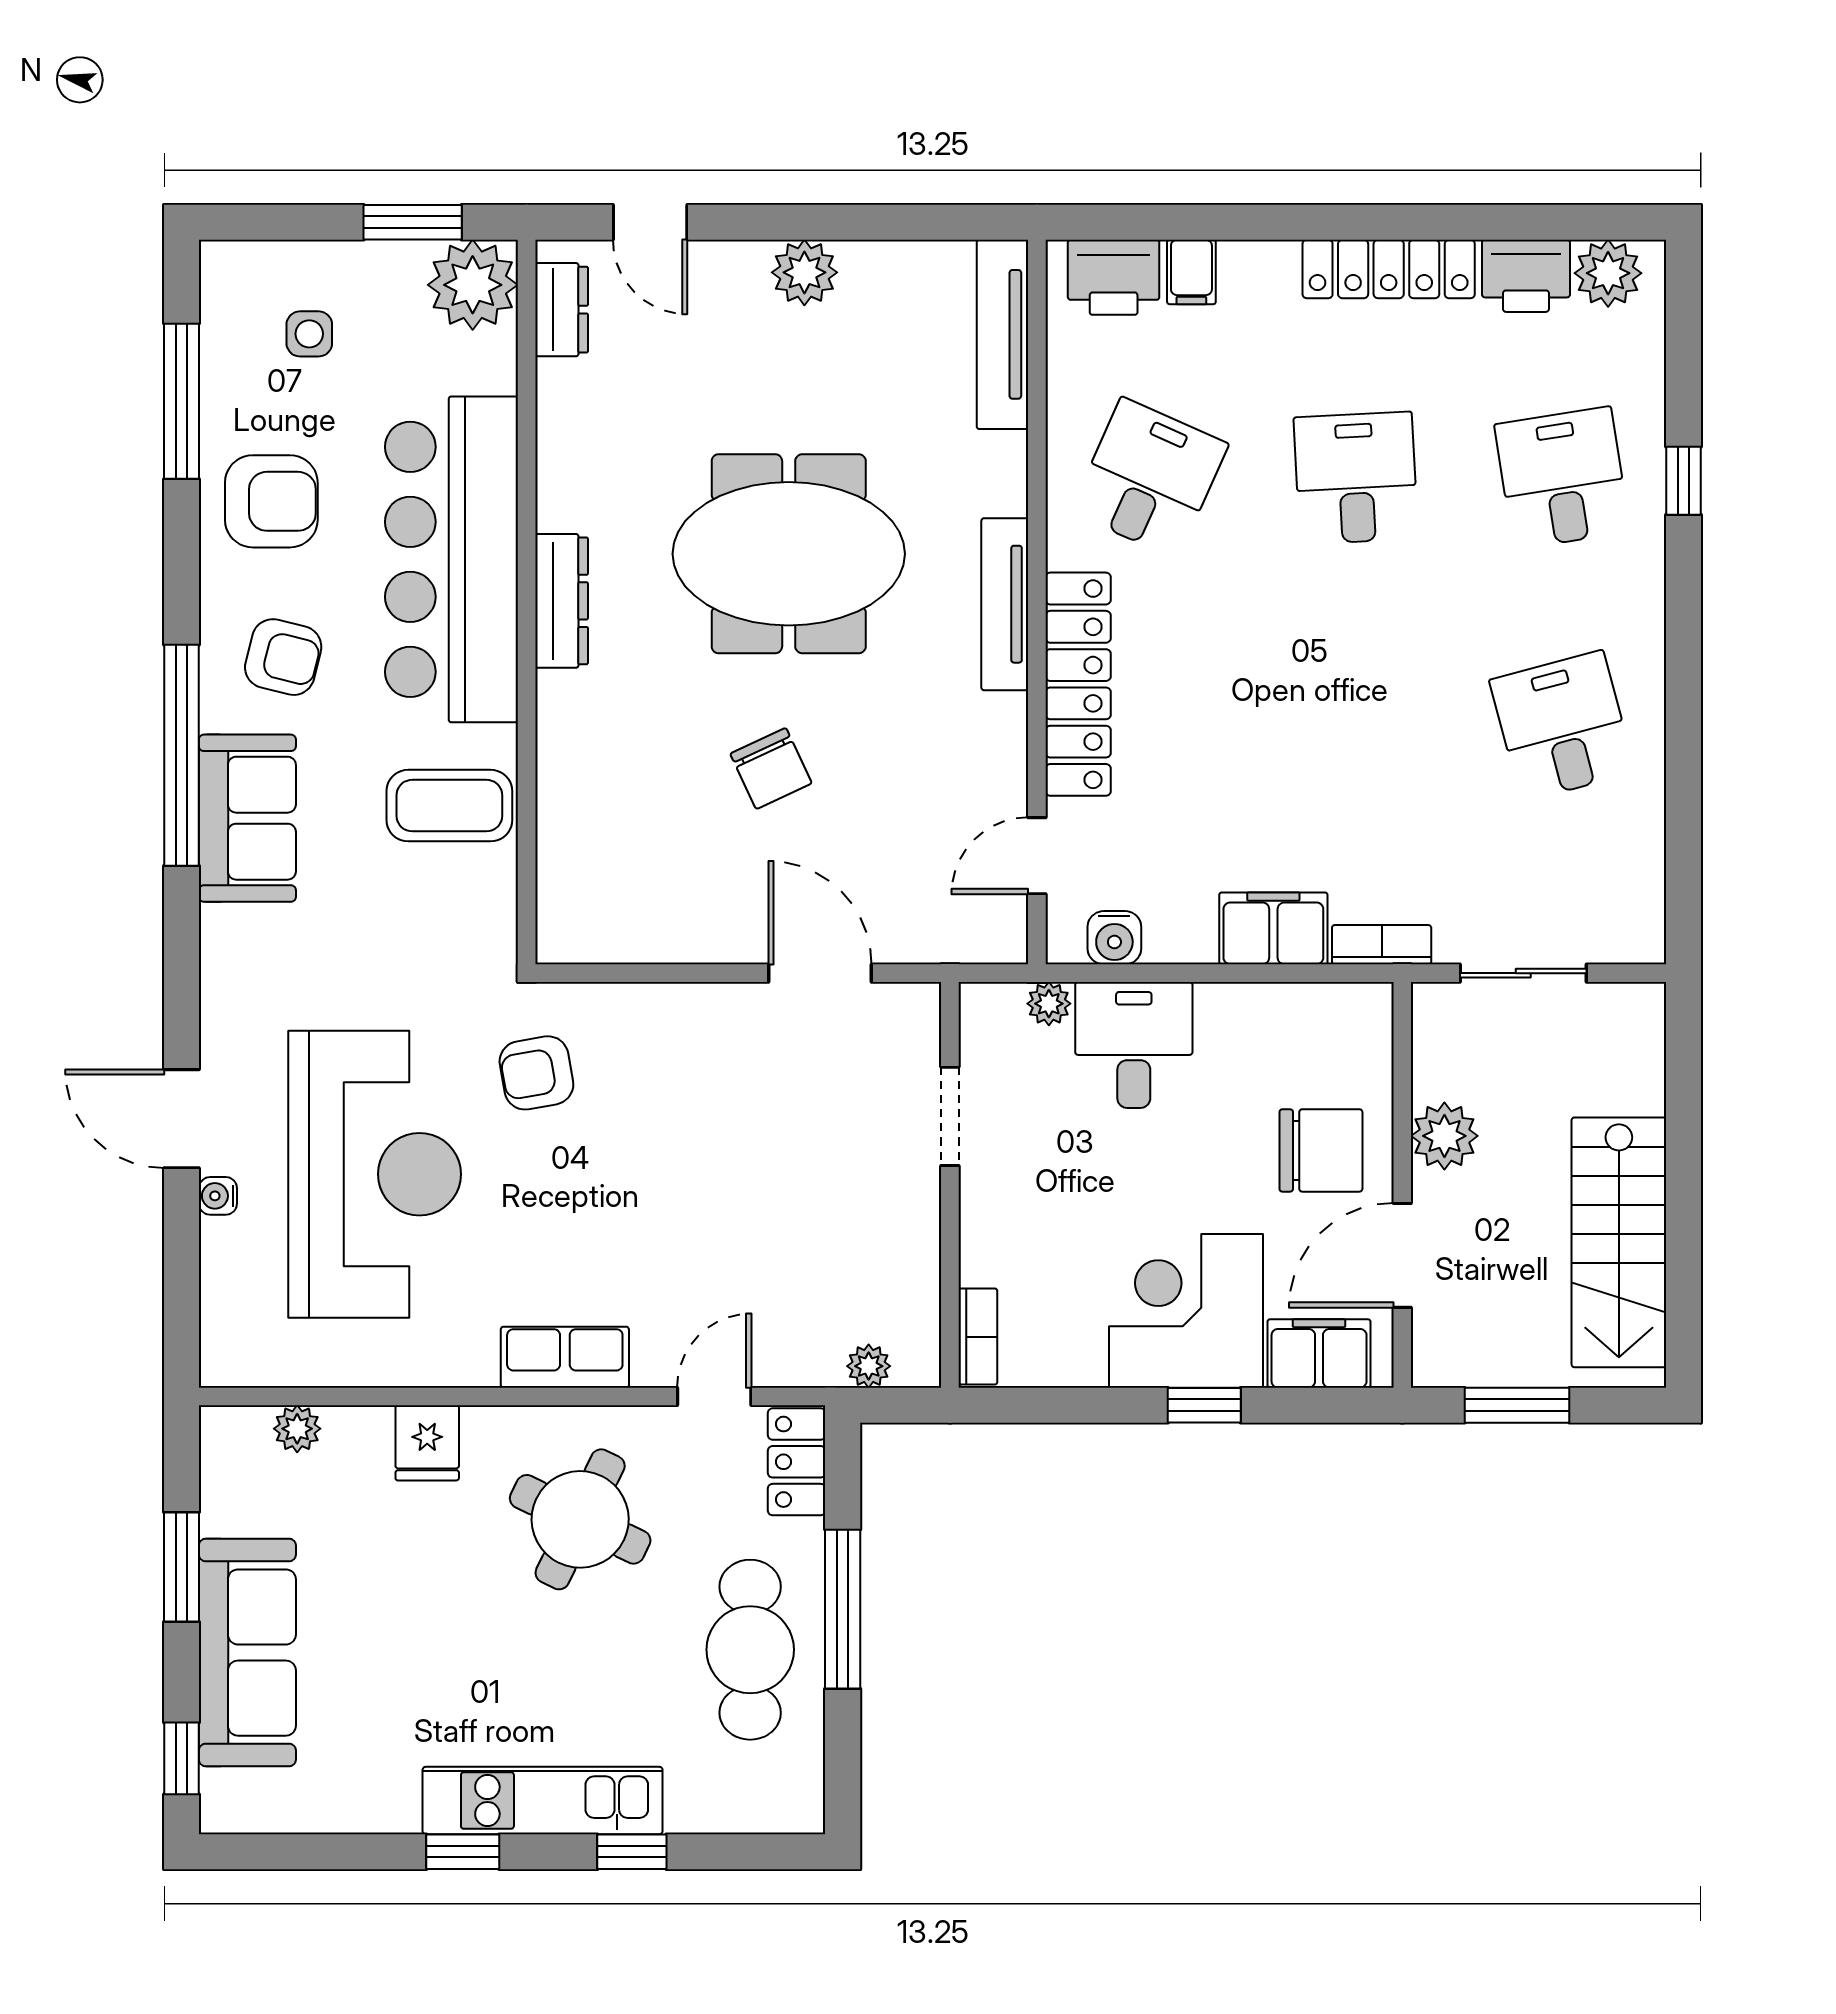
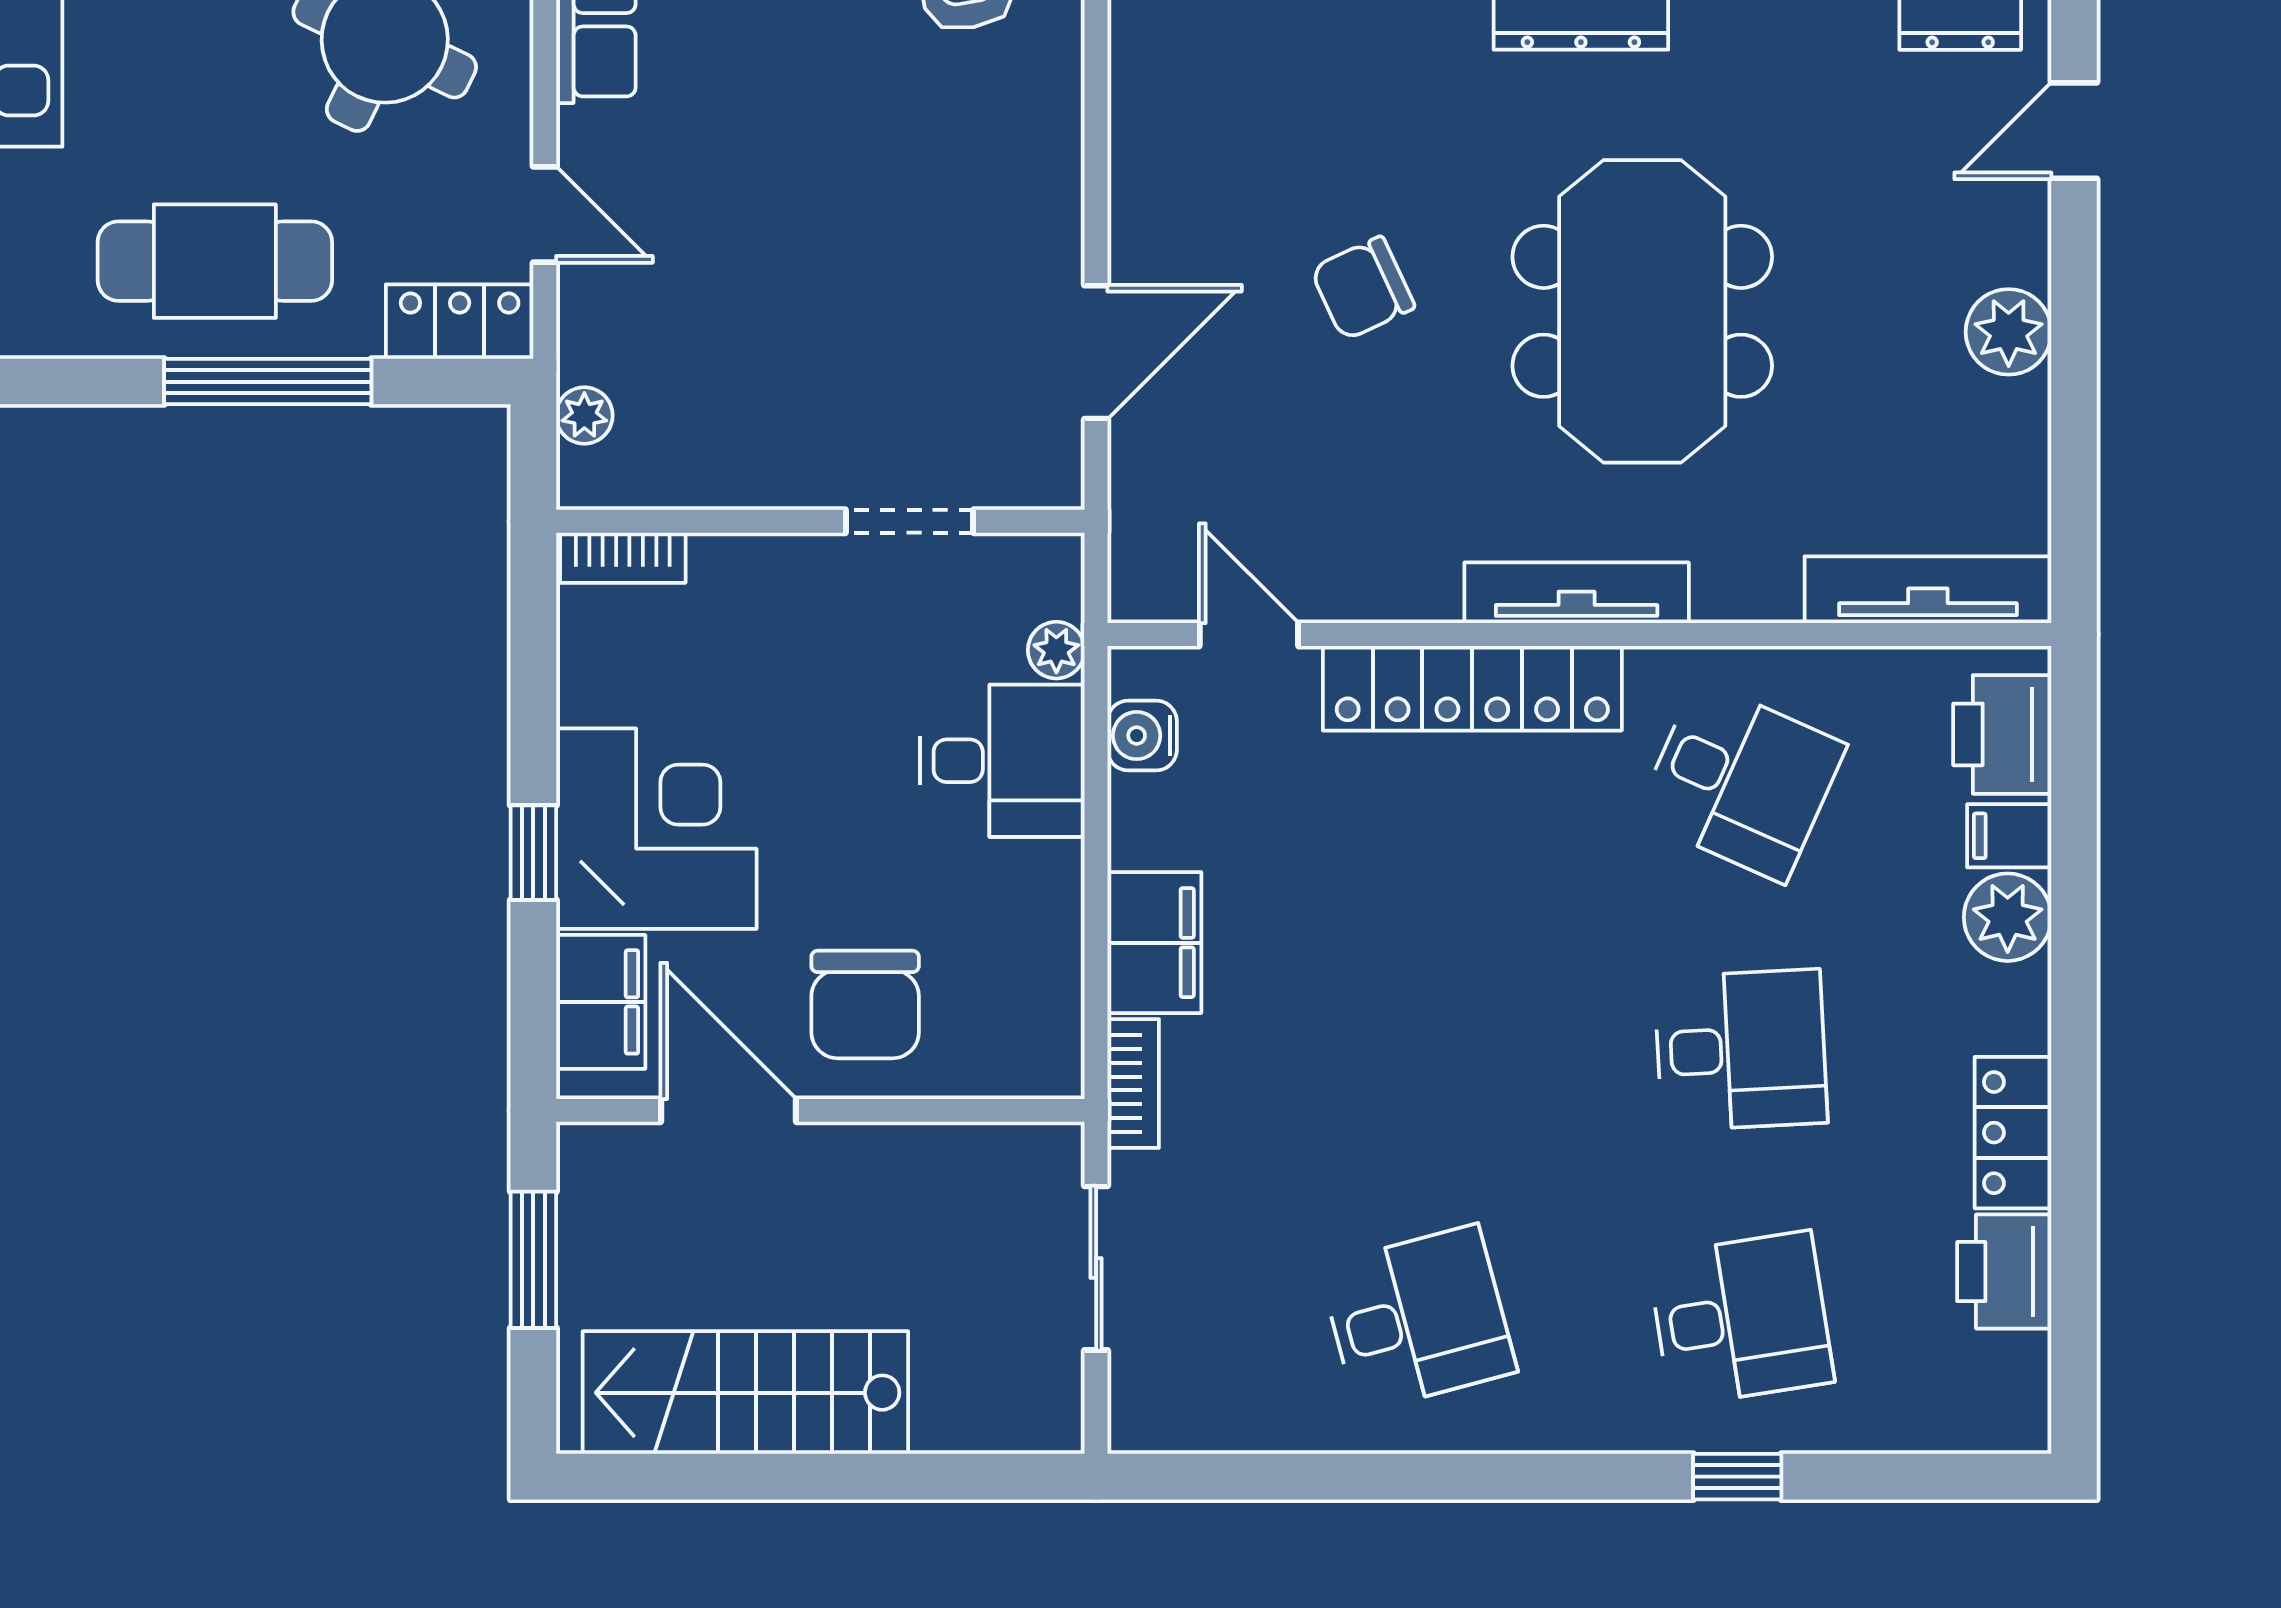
locker: (1389, 269) -> (2013, 1133), width x0.66
plant: (1608, 273) -> (2008, 917), moved
plant: (1444, 1136) -> (884, 1165), removed

